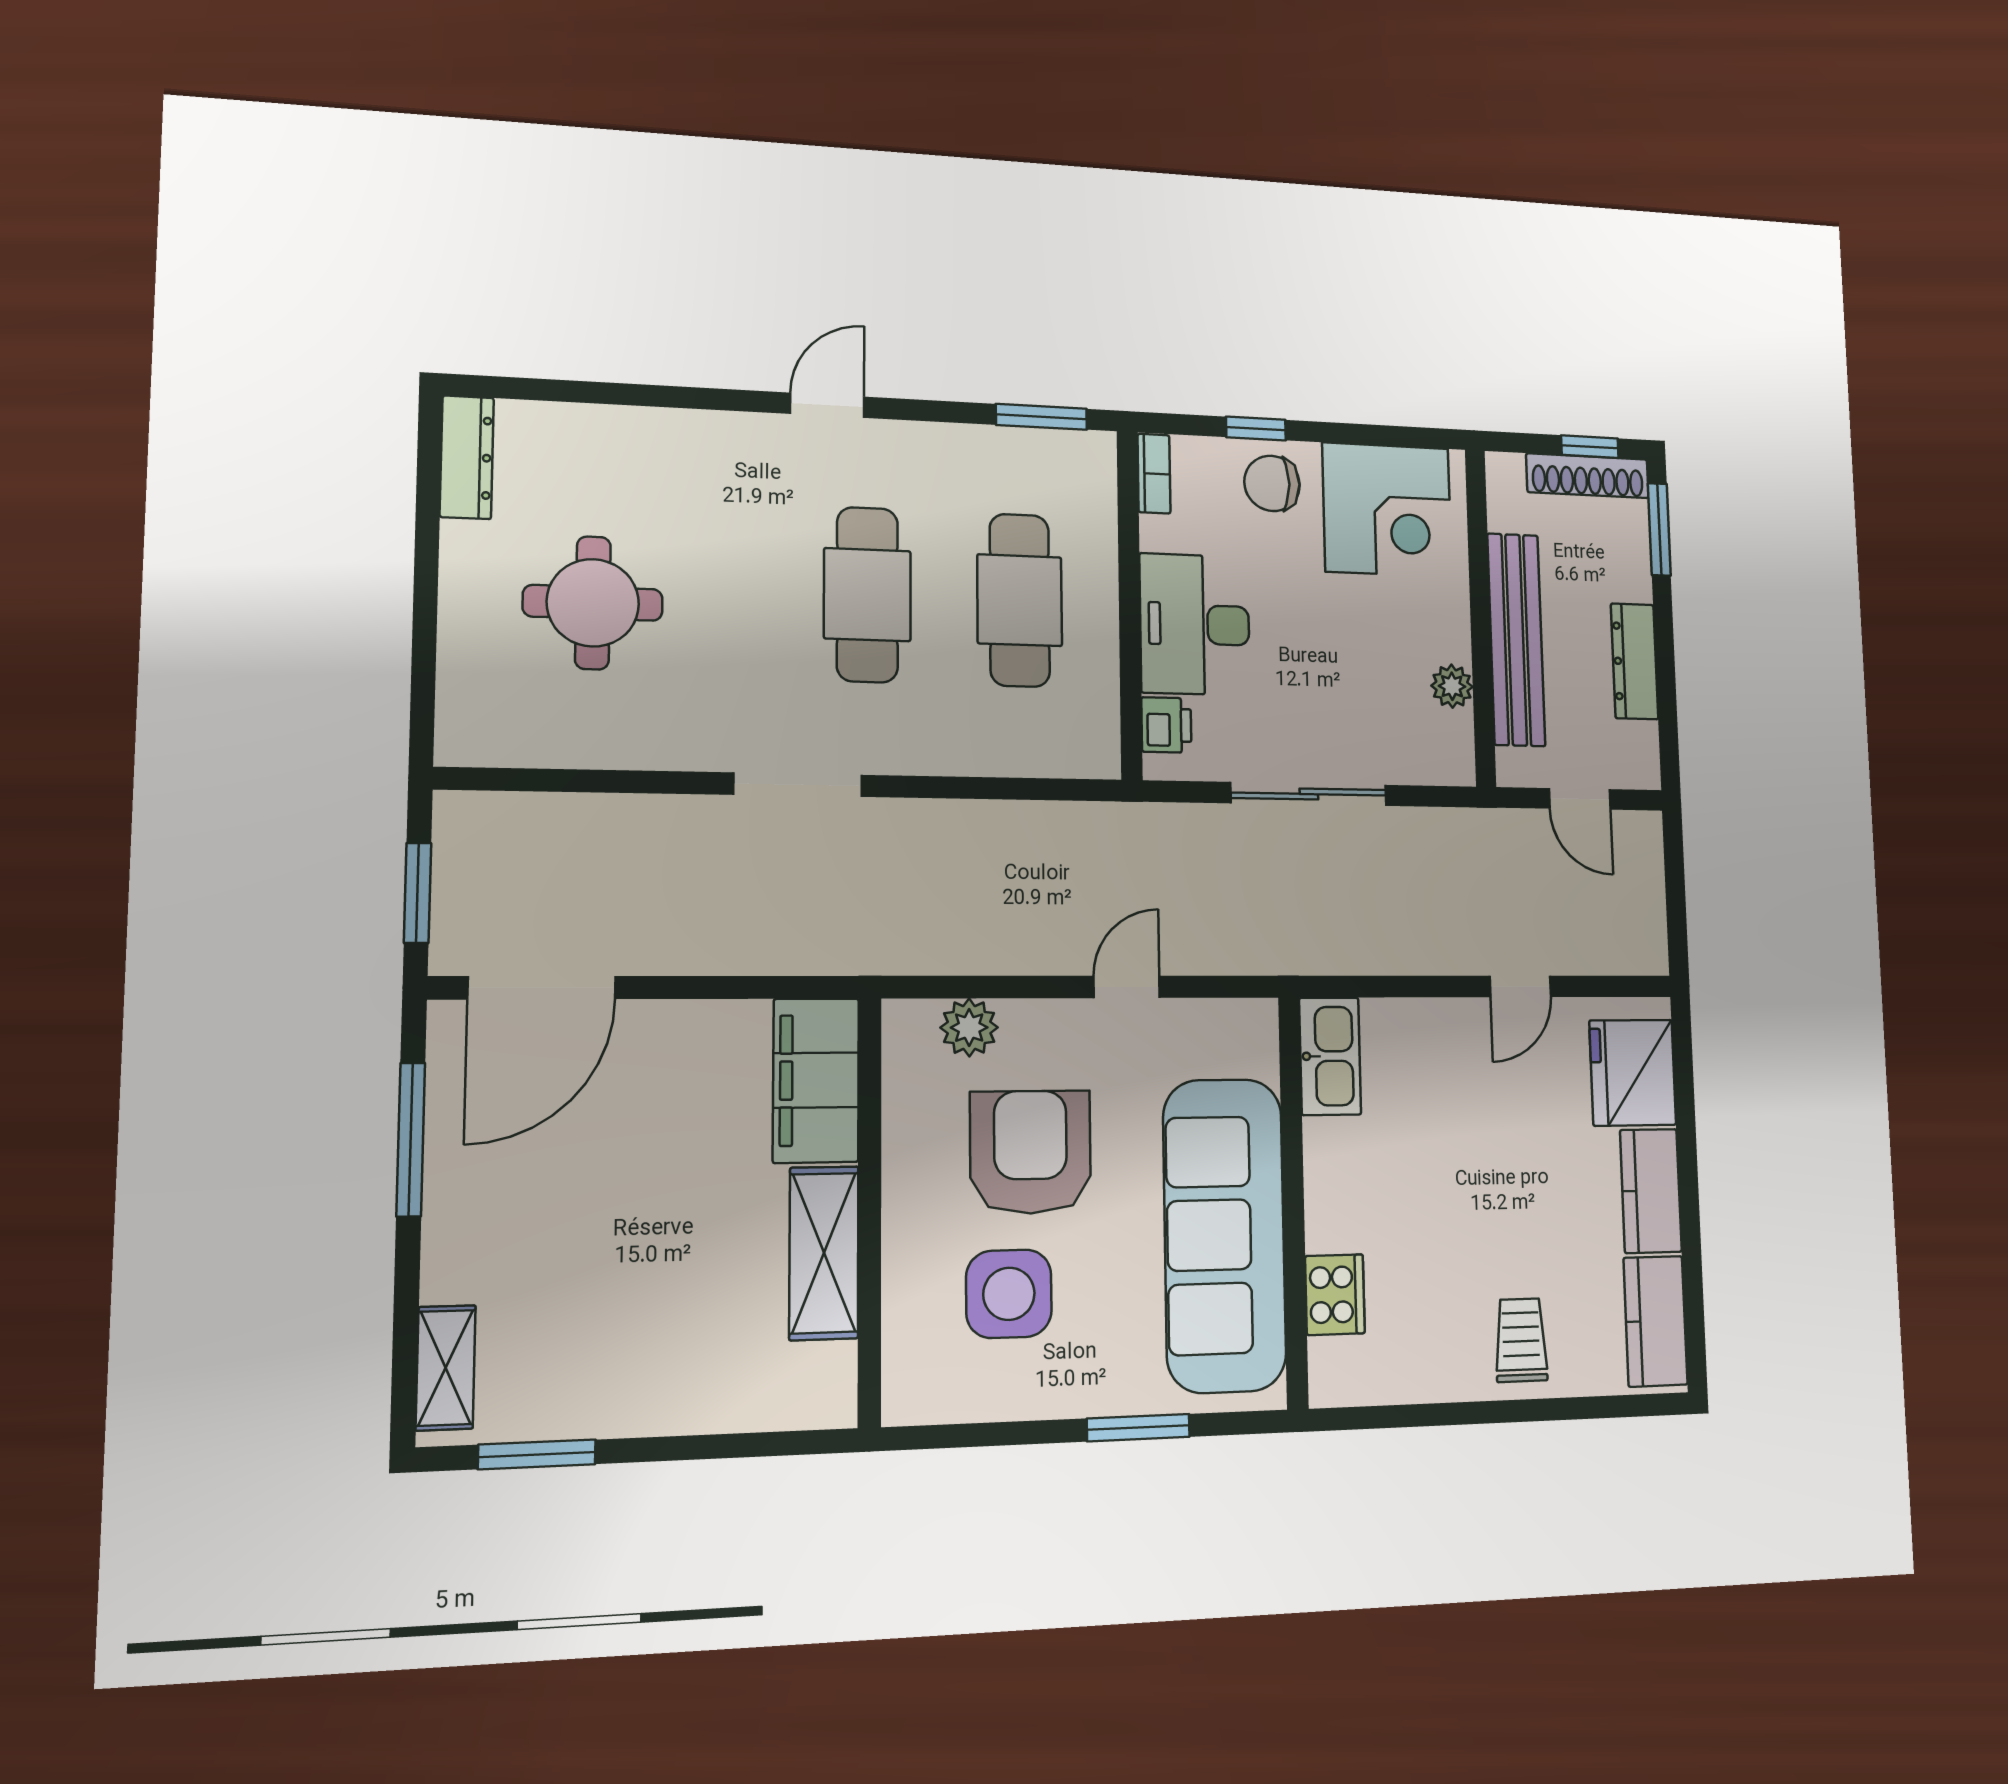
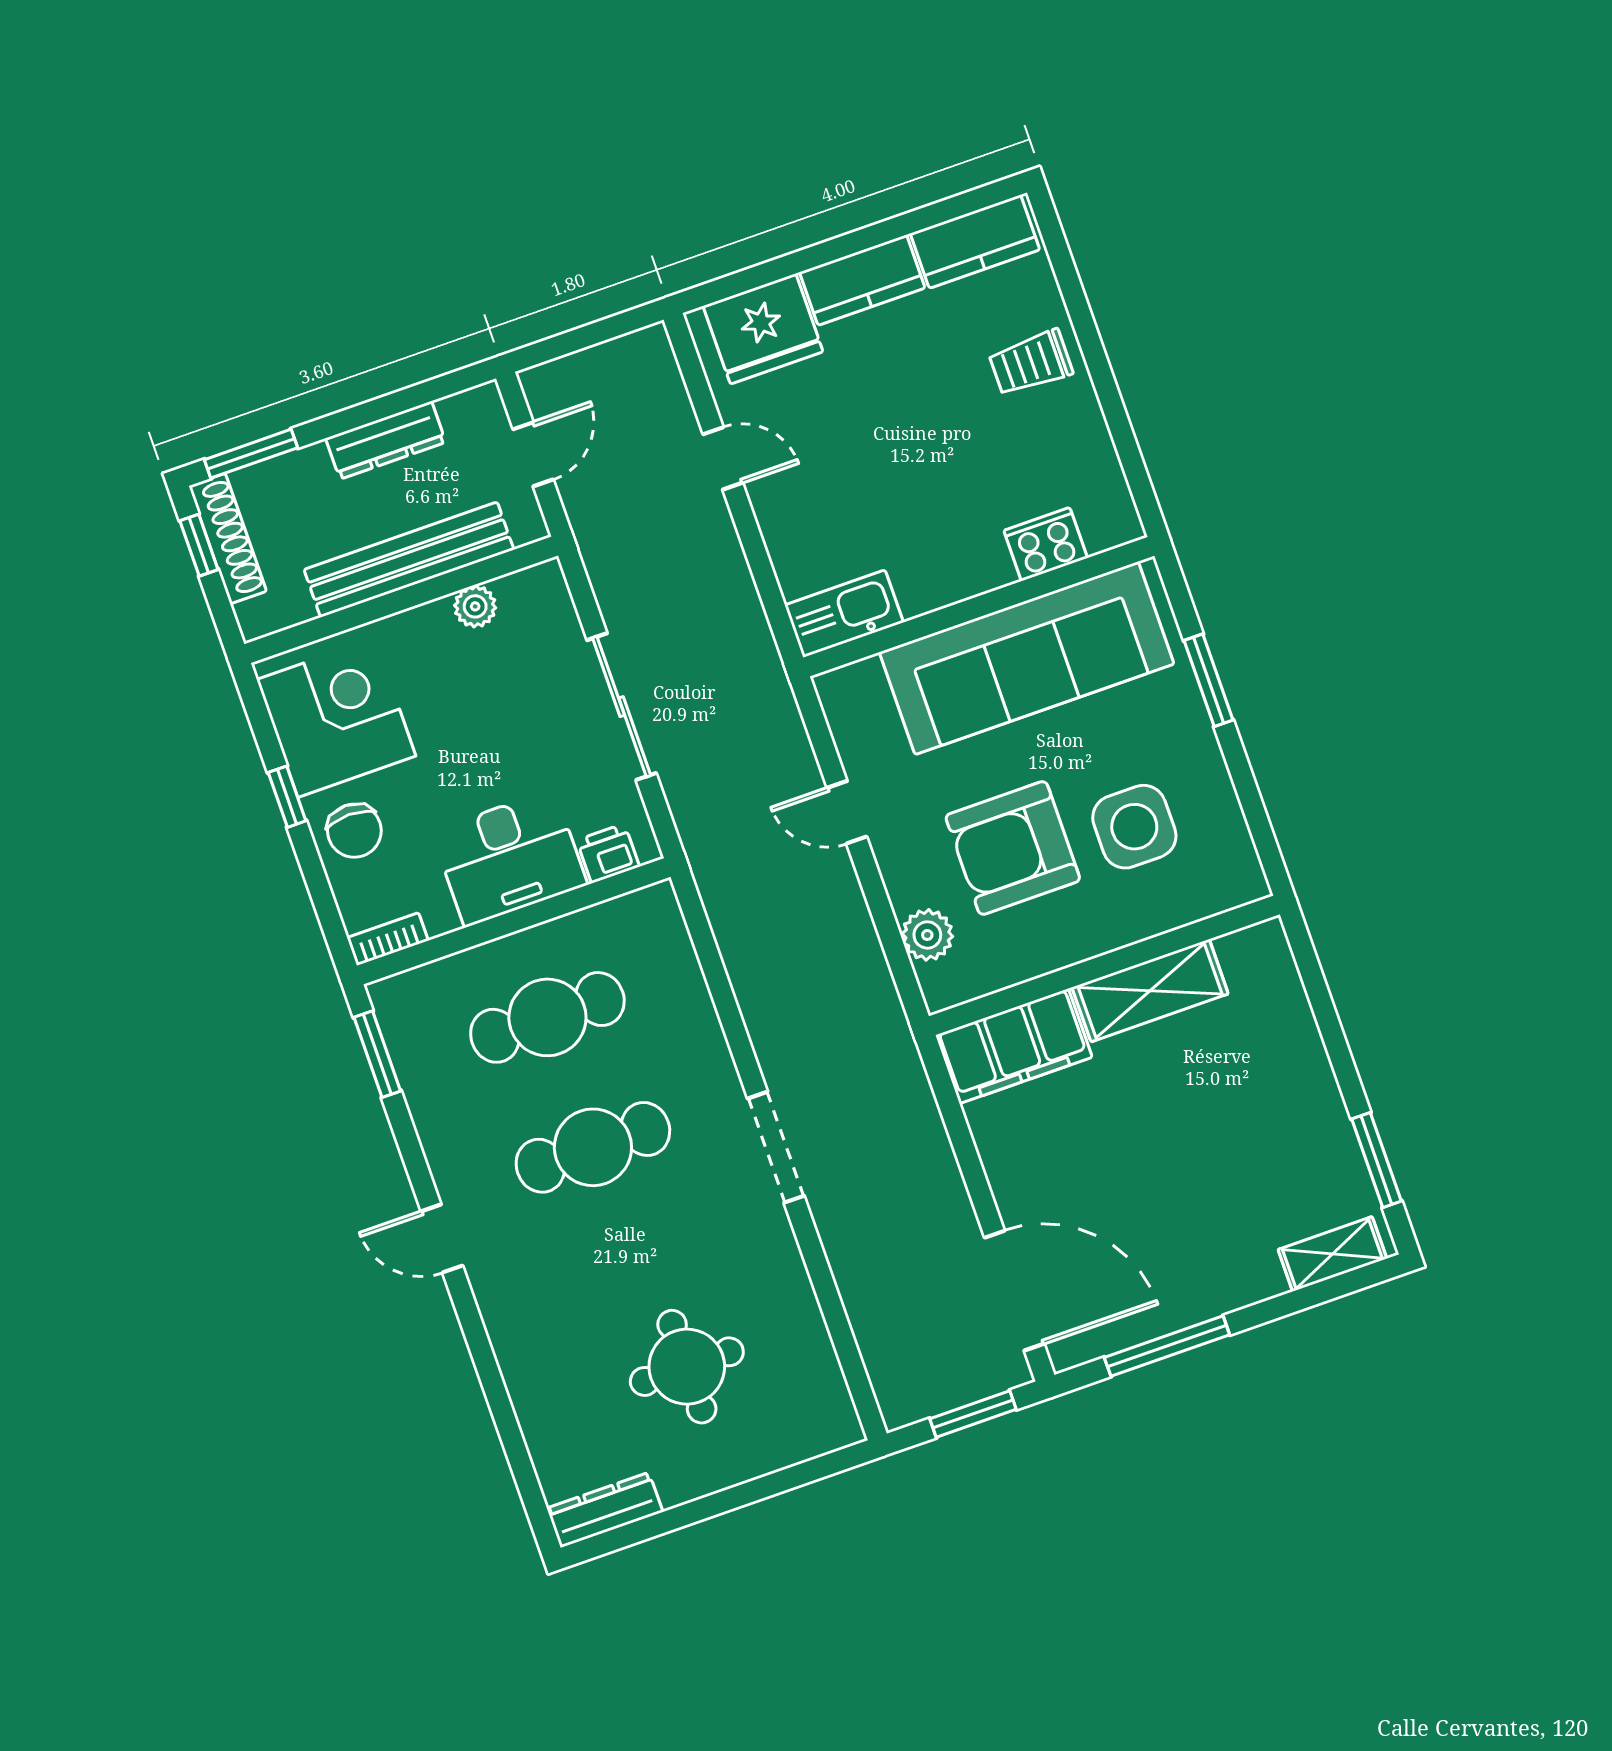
window: (1256, 428) -> (287, 797), moved

